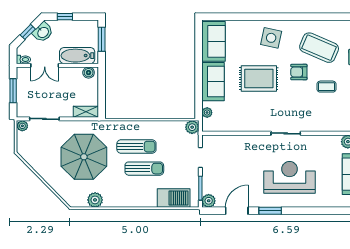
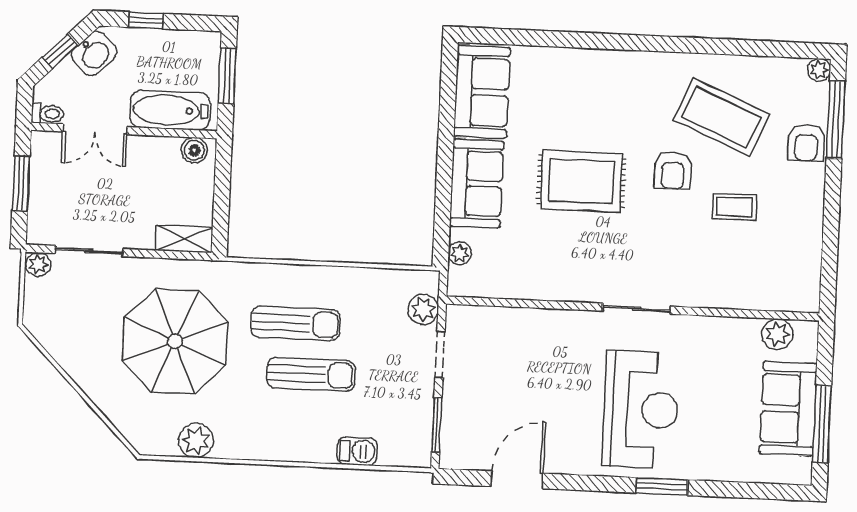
side table: (271, 38) -> (613, 90), removed
armchair: (299, 72) -> (673, 171), turned -90
plant: (192, 127) -> (423, 309), moved
reception desk: (290, 177) -> (641, 409), turned 90
barbecue: (174, 198) -> (357, 451), width x0.53, depth x0.65
plant: (209, 201) -> (454, 454), removed
window: (270, 211) -> (662, 486), moved

